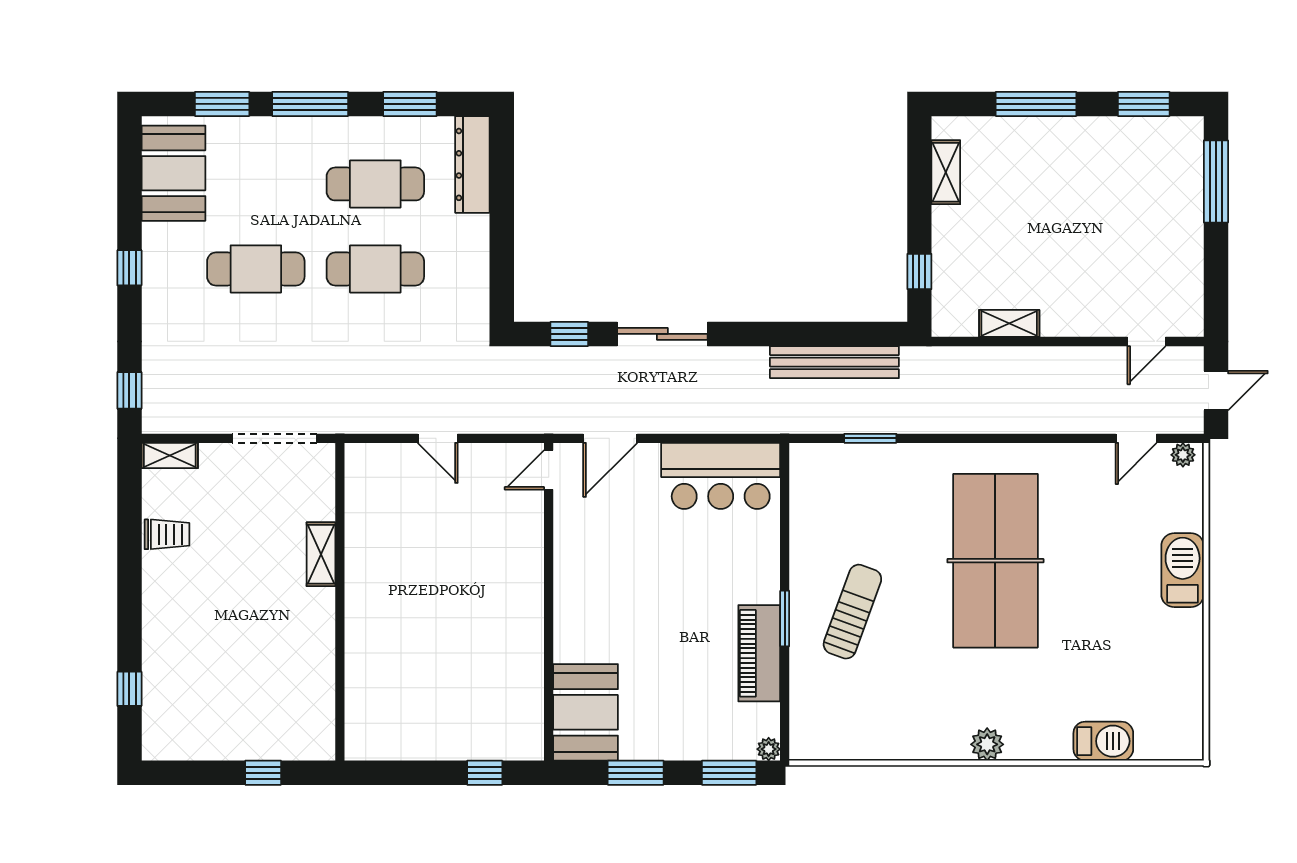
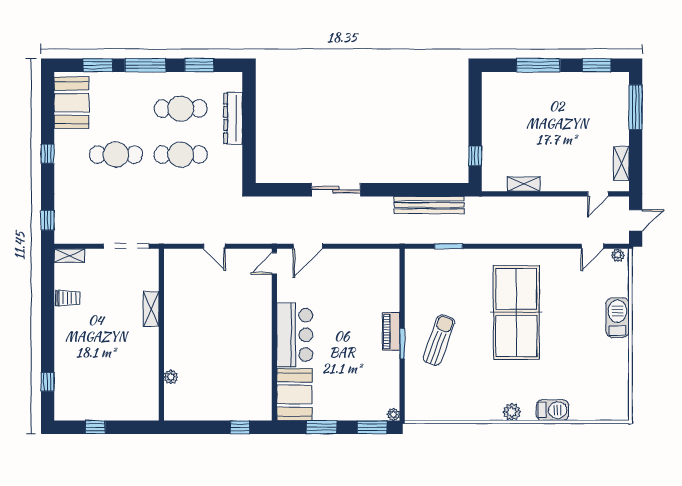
dresser: (472, 164) -> (233, 118), moved
shelving: (946, 172) -> (621, 164), moved
window: (569, 334) -> (286, 190), removed
bar counter: (721, 476) -> (295, 335), moved, turned -90
piano: (759, 653) -> (391, 331), moved, width x0.73, depth x0.75
plant: (357, 680) -> (171, 377), added
barbecue: (1103, 741) -> (552, 410), moved
window: (263, 773) -> (95, 427), moved

